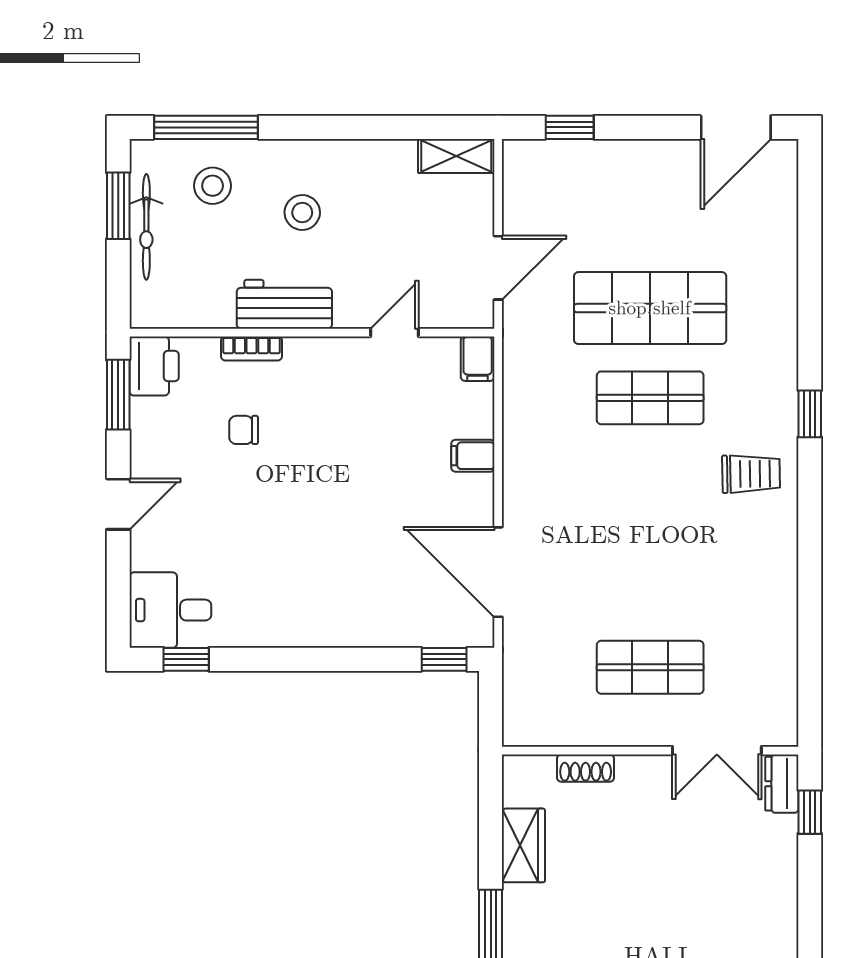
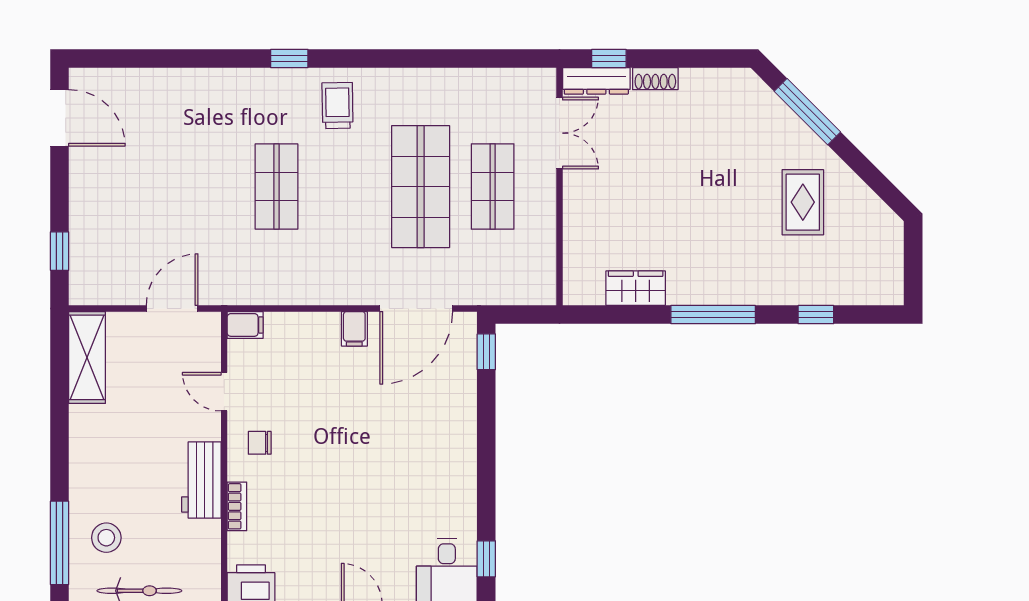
shelving: (456, 156) -> (87, 357), width x1.50, depth x1.33
stool: (302, 212) -> (128, 466), removed
door: (498, 268) -> (172, 308), hinge flipped
shop shelf: (650, 308) -> (421, 187), moved
chair: (244, 430) -> (260, 443), moved, turned 90
filing cabinet: (473, 456) -> (354, 329), moved
shoe rack: (586, 768) -> (655, 79), moved, turned 90
dresser: (782, 784) -> (596, 81), width x1.44

